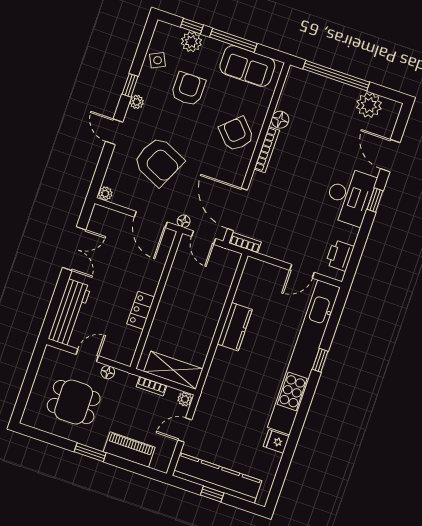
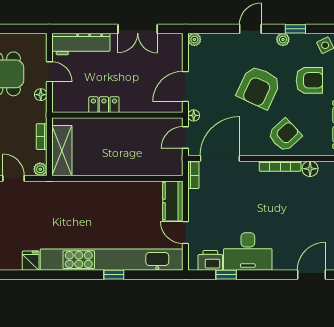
armchair: (159, 161) -> (259, 87), moved
desk: (350, 196) -> (248, 252), moved
window: (375, 200) -> (226, 275), moved
kitchen counter: (235, 327) -> (173, 201), moved, turned 90

